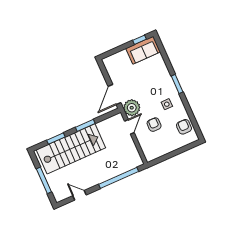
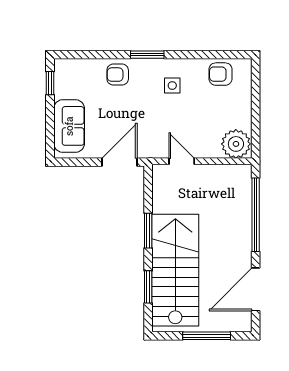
sofa: (143, 50) -> (69, 126), moved
door: (114, 95) -> (120, 162), swing flipped
plant: (132, 108) -> (236, 144), moved
armchair: (154, 125) -> (118, 75), moved
door: (80, 195) -> (256, 289), width x1.88

